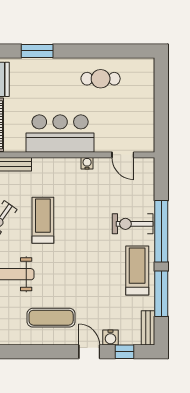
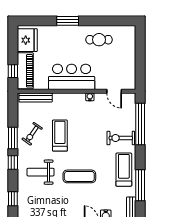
window: (37, 51) -> (68, 21), moved
window: (161, 231) -> (140, 124), moved
exercise mat: (51, 318) -> (79, 176), moved

